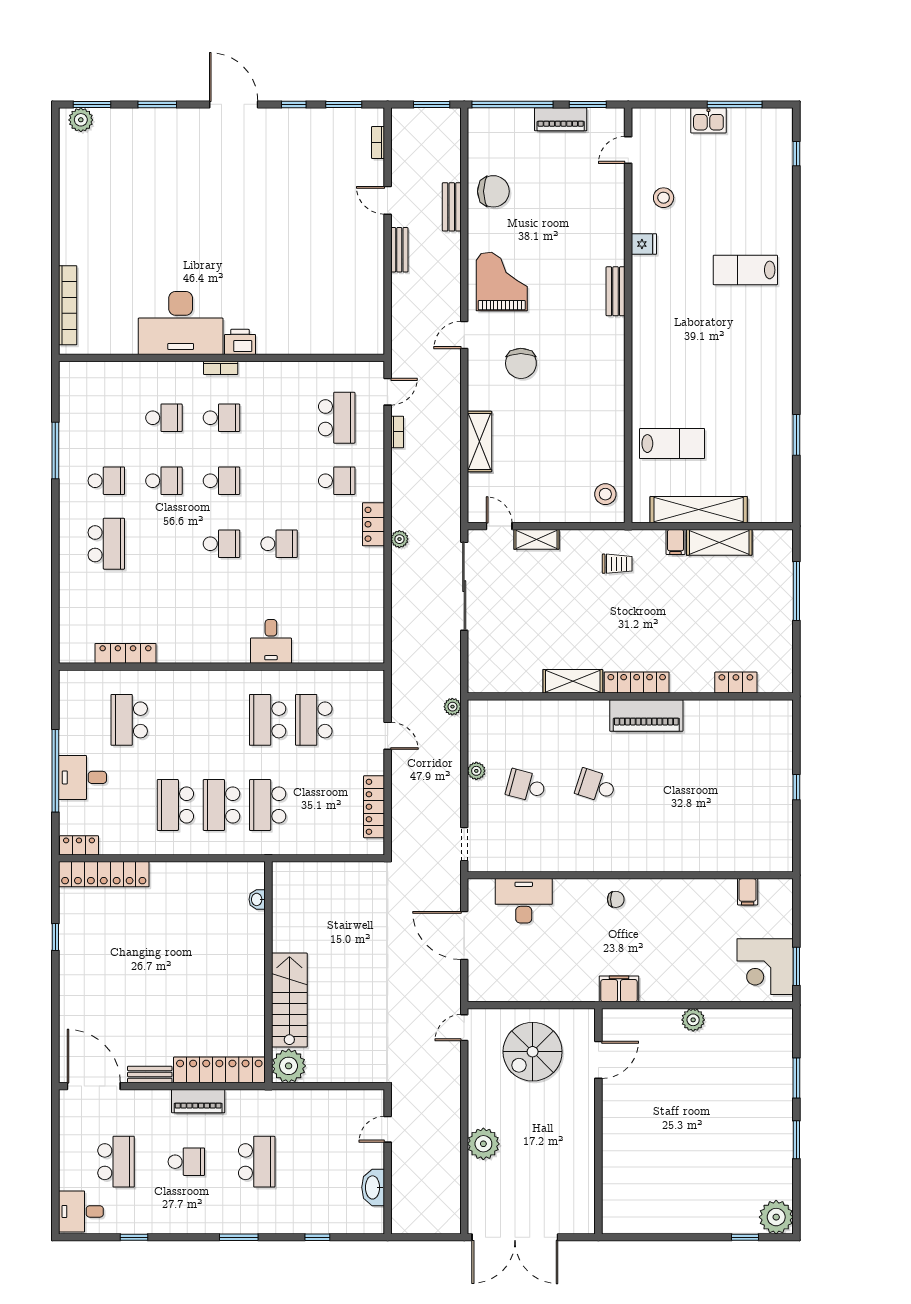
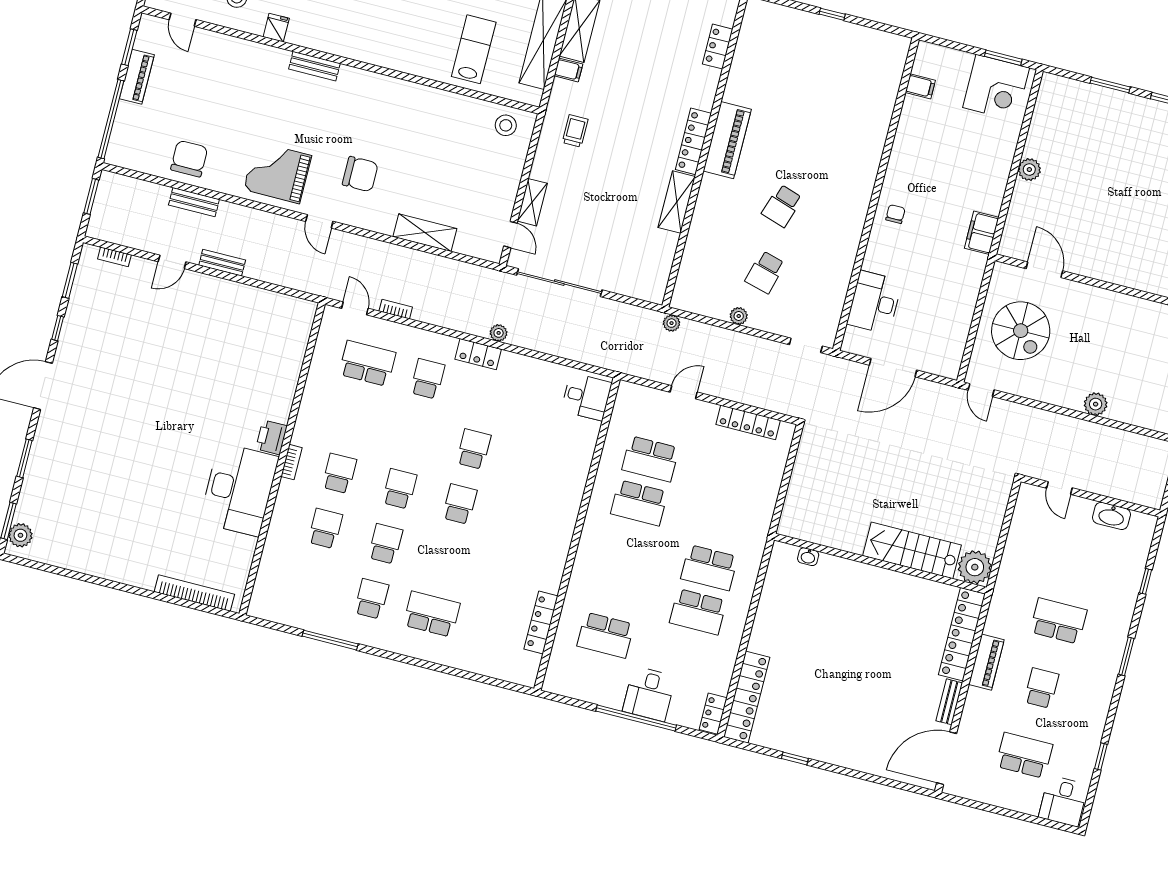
door: (499, 526) -> (510, 235), swing flipped
desk: (271, 641) -> (586, 397), moved
school desk: (268, 805) -> (720, 524), removed
plant: (483, 1144) -> (1096, 404), width x0.73, depth x0.73

